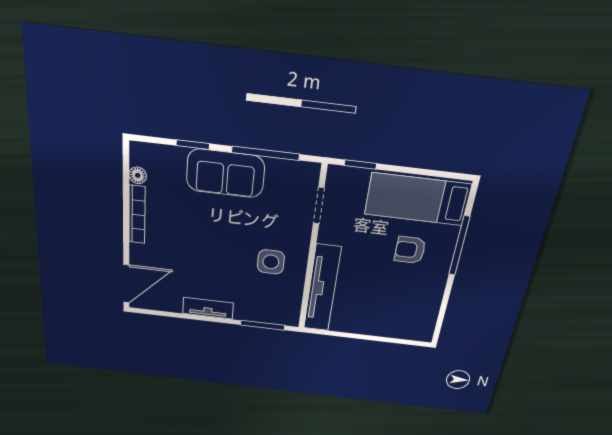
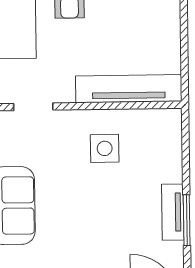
window: (263, 325) -> (187, 220), moved

